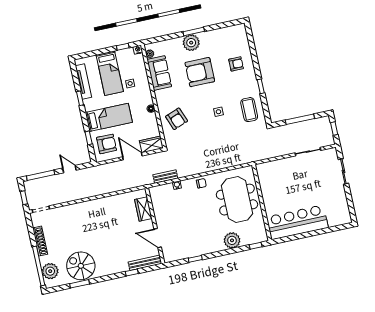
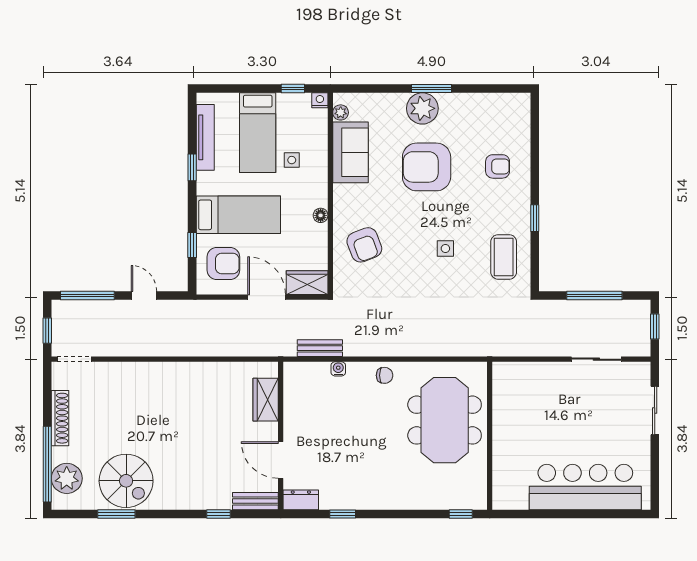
bar counter: (297, 222) -> (585, 487), moved
plant: (232, 240) -> (419, 494), removed
dresser: (172, 256) -> (301, 500), added
bench: (145, 263) -> (255, 501), width x0.73
spiral stairs: (81, 266) -> (126, 481), turned 180

